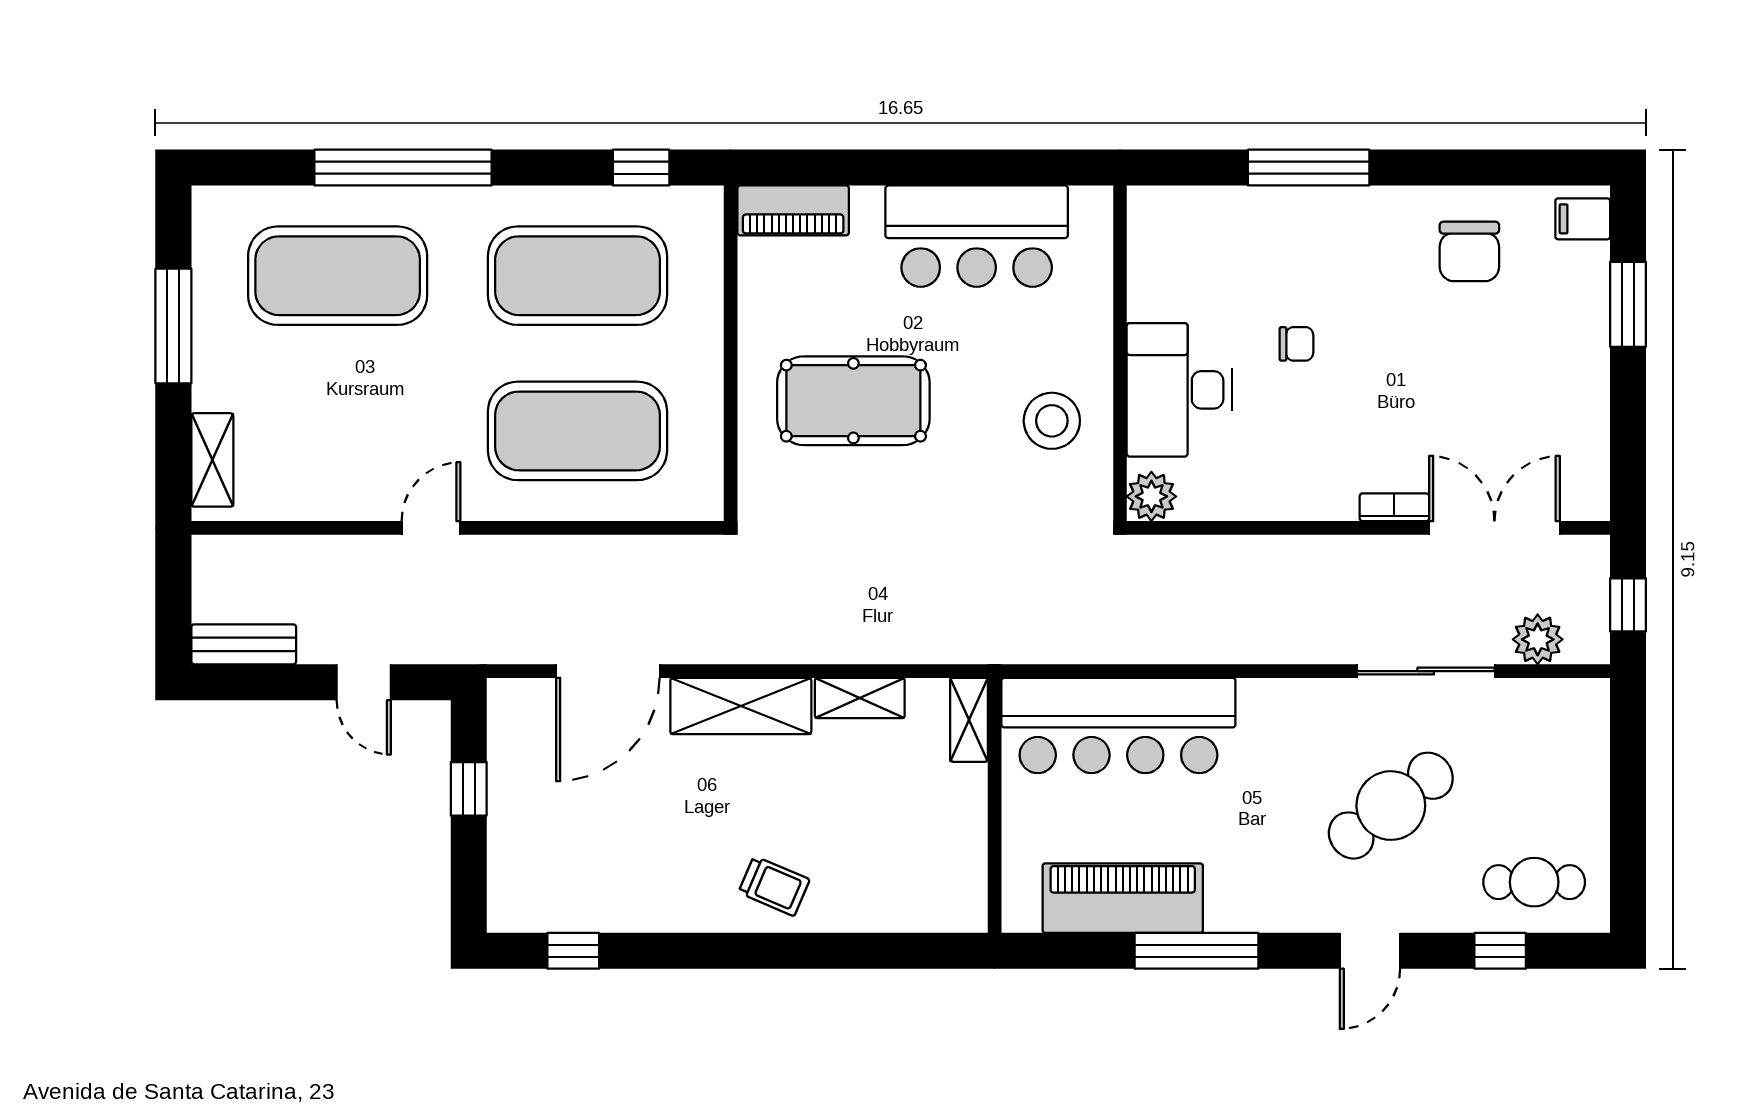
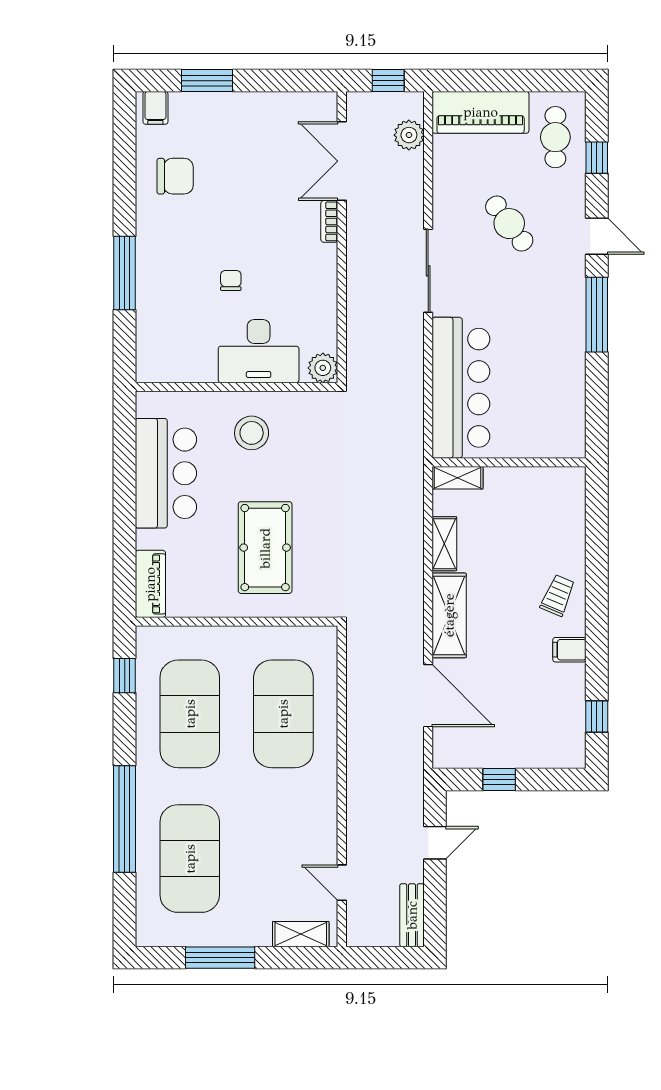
stool: (1052, 421) -> (252, 433), moved
door: (431, 528) -> (342, 883), moved
sliding door: (1426, 671) -> (428, 271), moved
cafe table: (1391, 806) -> (509, 224), width x0.73, depth x0.74
piano: (1123, 898) -> (481, 112), moved, turned -90
filing cabinet: (684, 906) -> (569, 650), added
window: (1196, 951) -> (597, 315), moved

